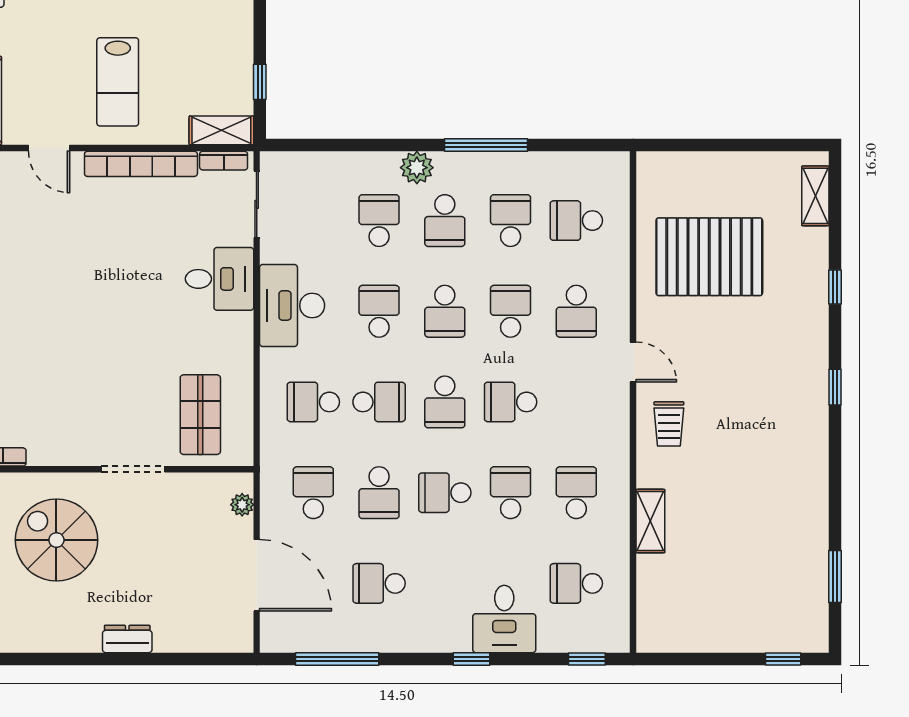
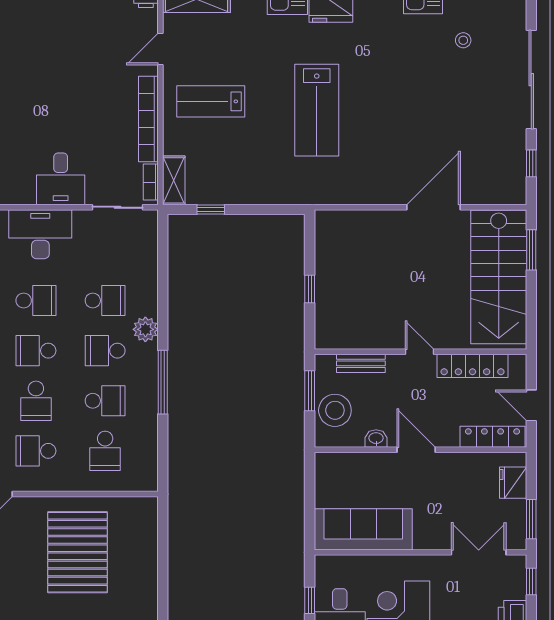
school desk: (576, 221) -> (105, 451), turned 180
school desk: (511, 311) -> (36, 401), turned 90

